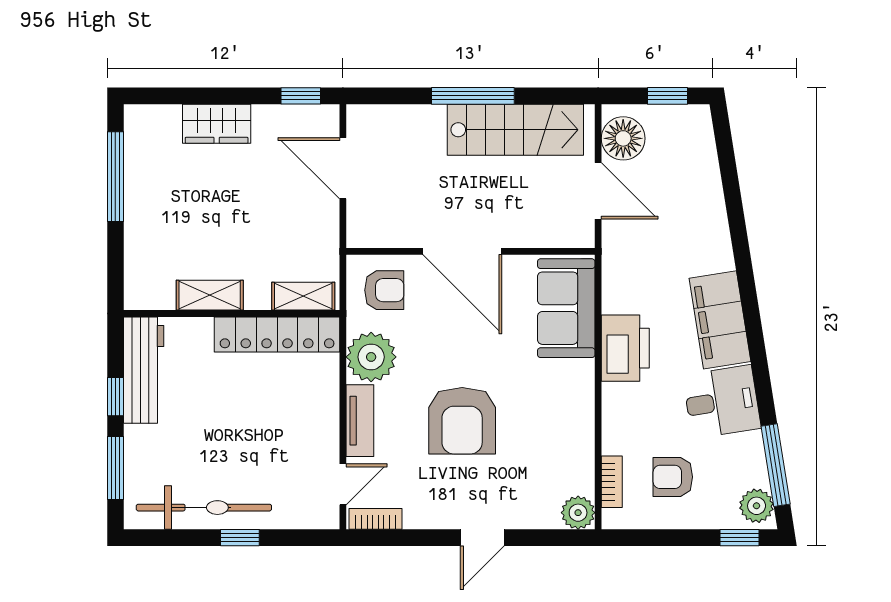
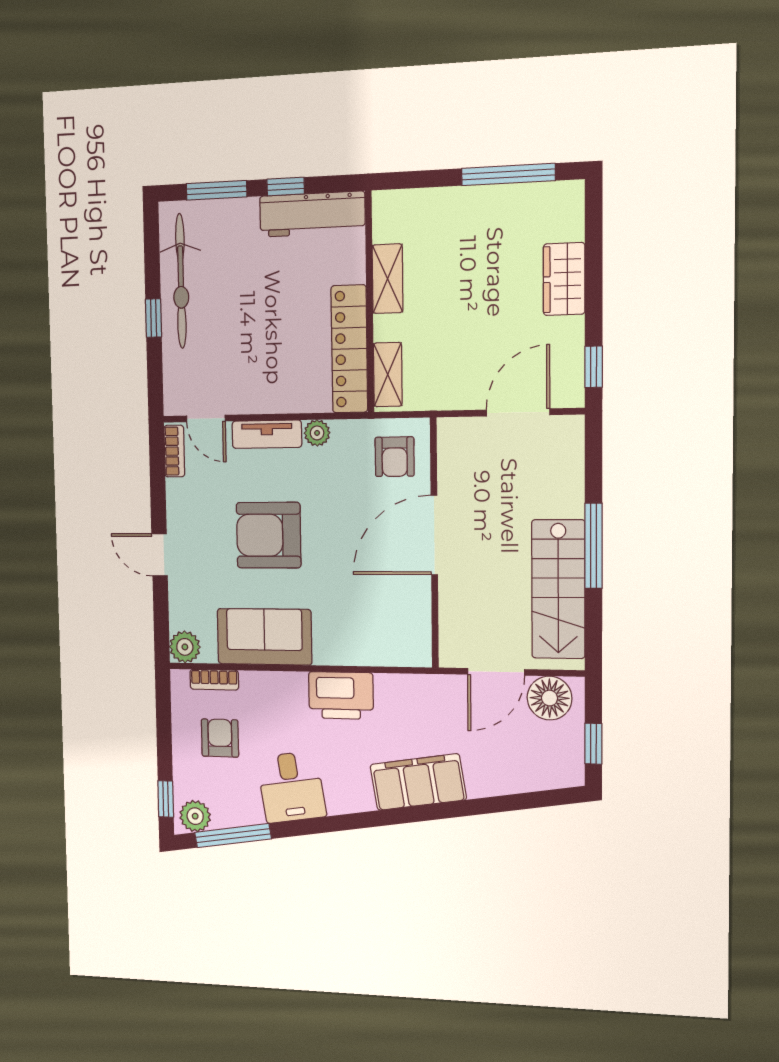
sofa: (566, 308) -> (264, 637), moved
filing cabinet: (720, 320) -> (418, 782), moved
plant: (371, 357) -> (317, 433), width x0.53, depth x0.53

